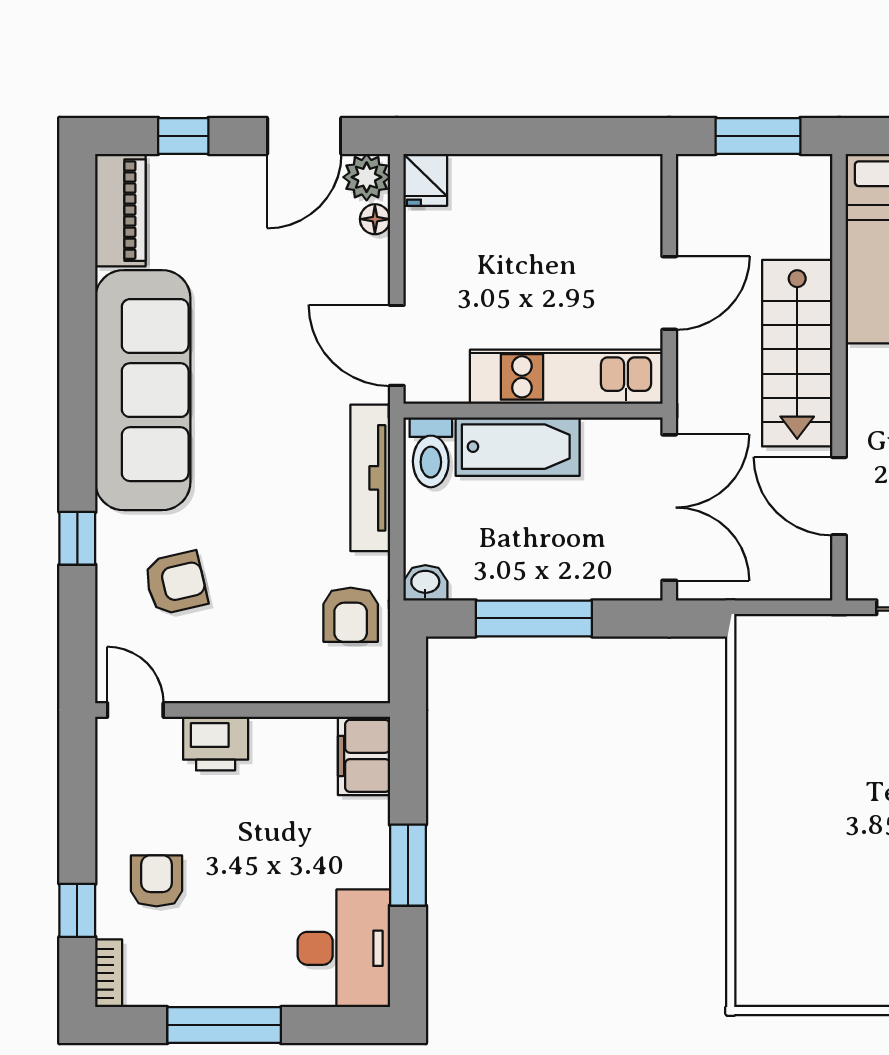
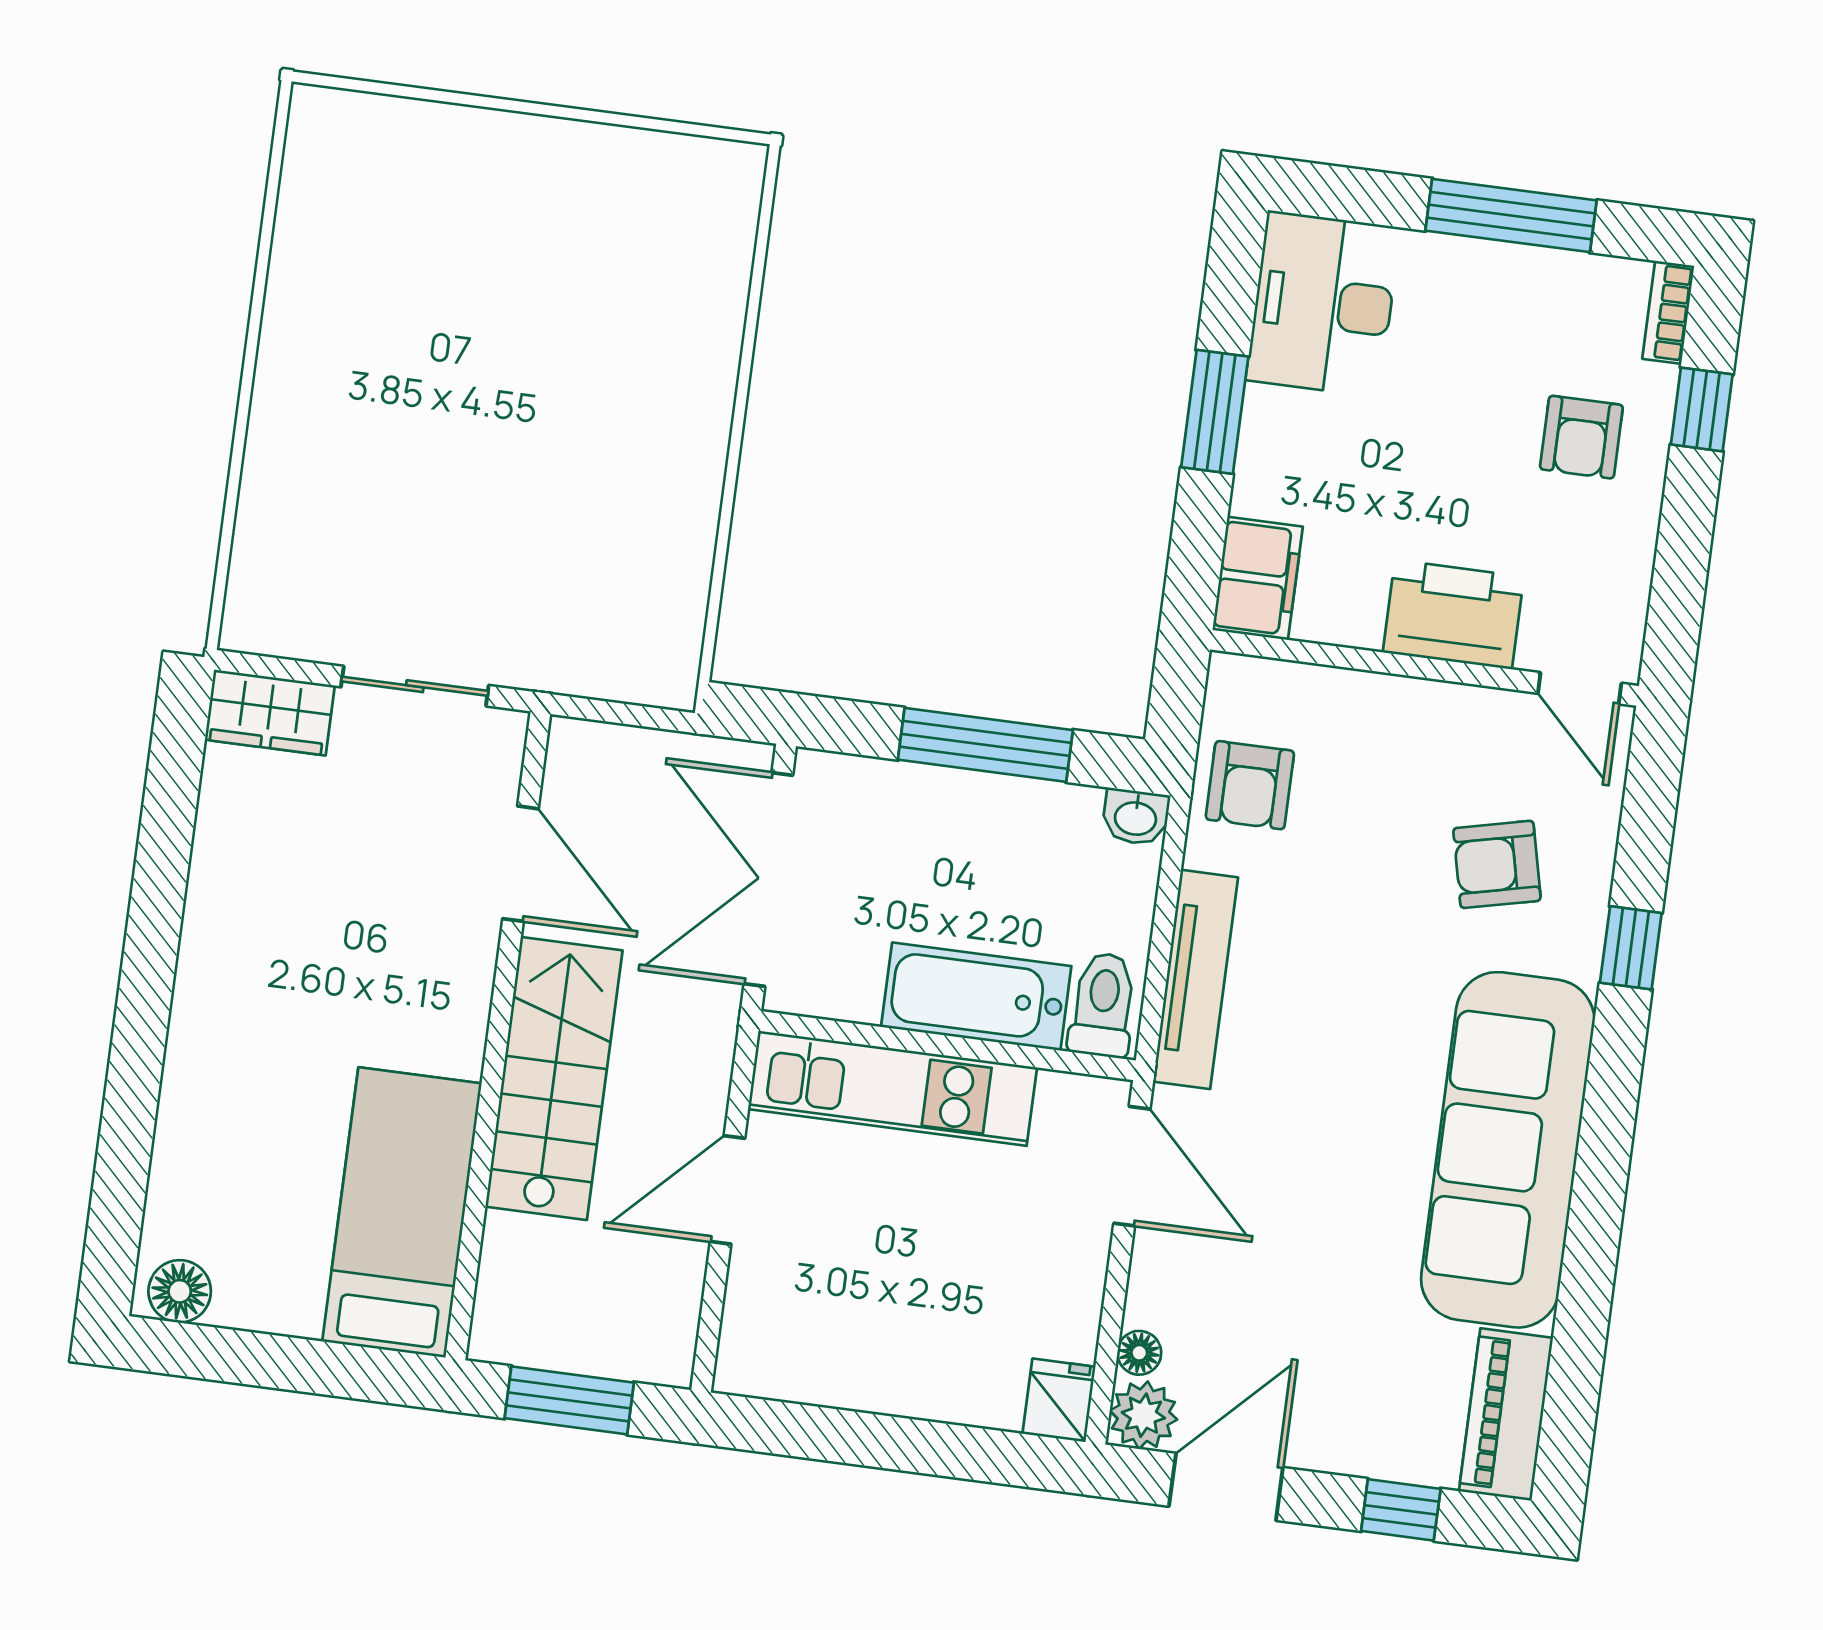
armchair: (351, 615) -> (1250, 785), turned 180
printer: (216, 744) -> (1453, 615), width x1.37, depth x1.19

